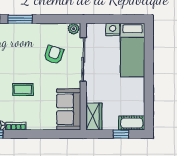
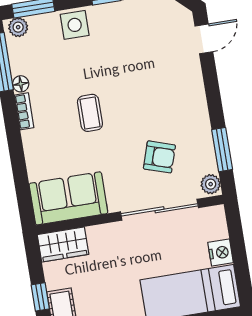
window: (20, 19) -> (222, 150), moved

